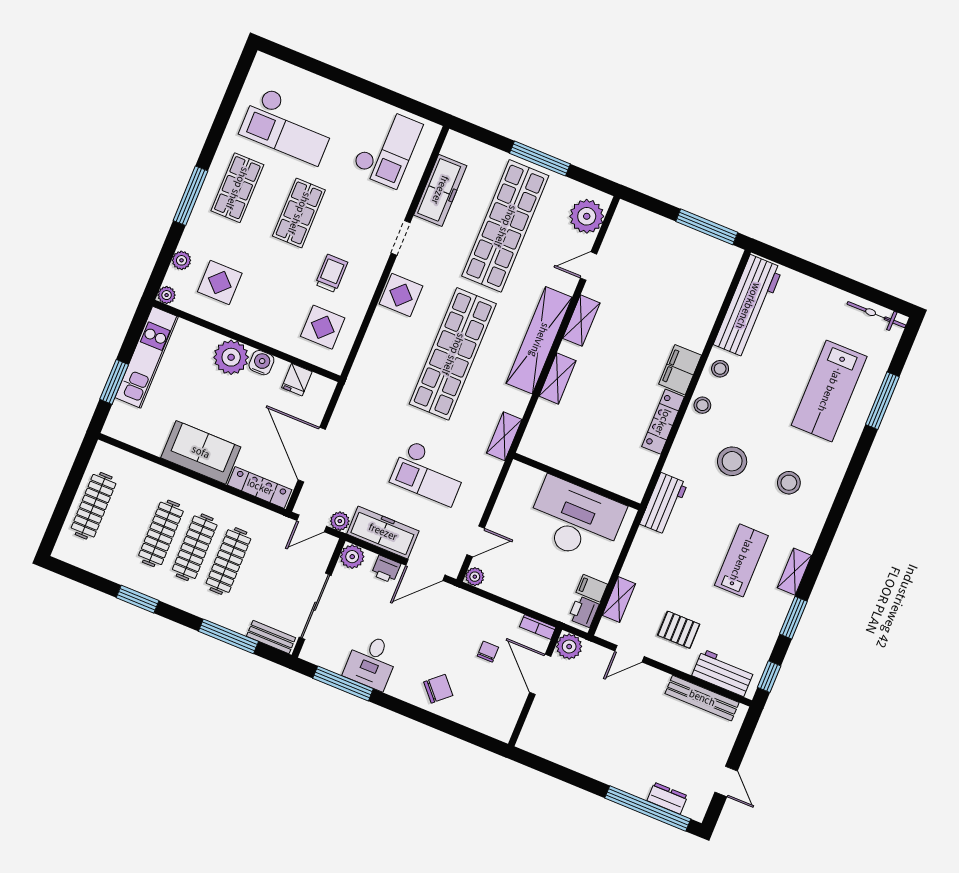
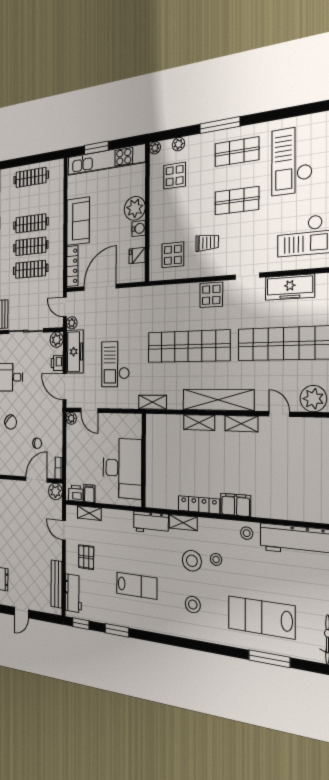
kitchen unit: (147, 357) -> (106, 160), width x1.36
stool: (702, 405) -> (216, 559), moved
shelving: (794, 572) -> (183, 523), moved

